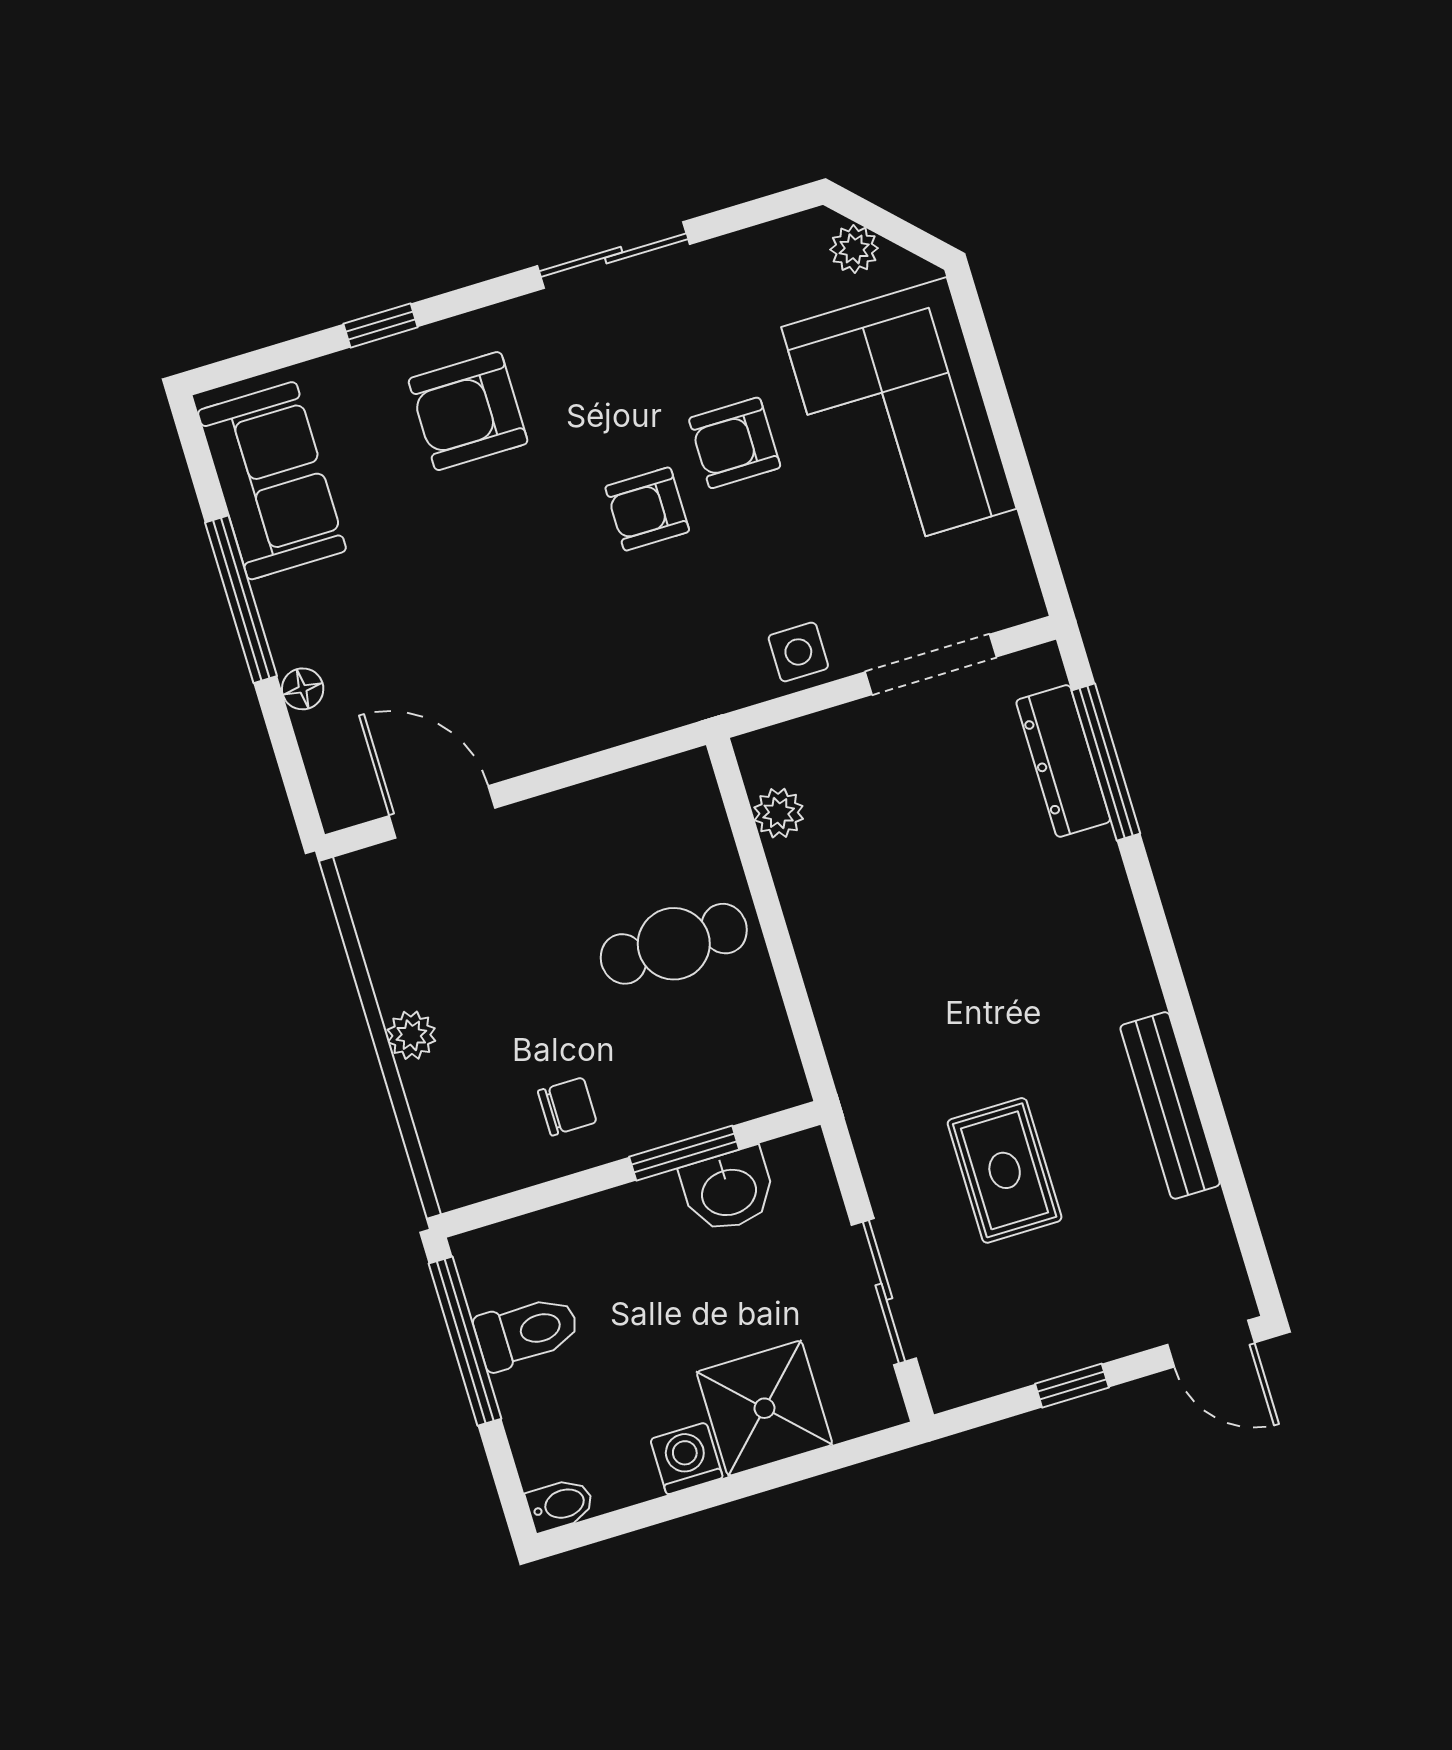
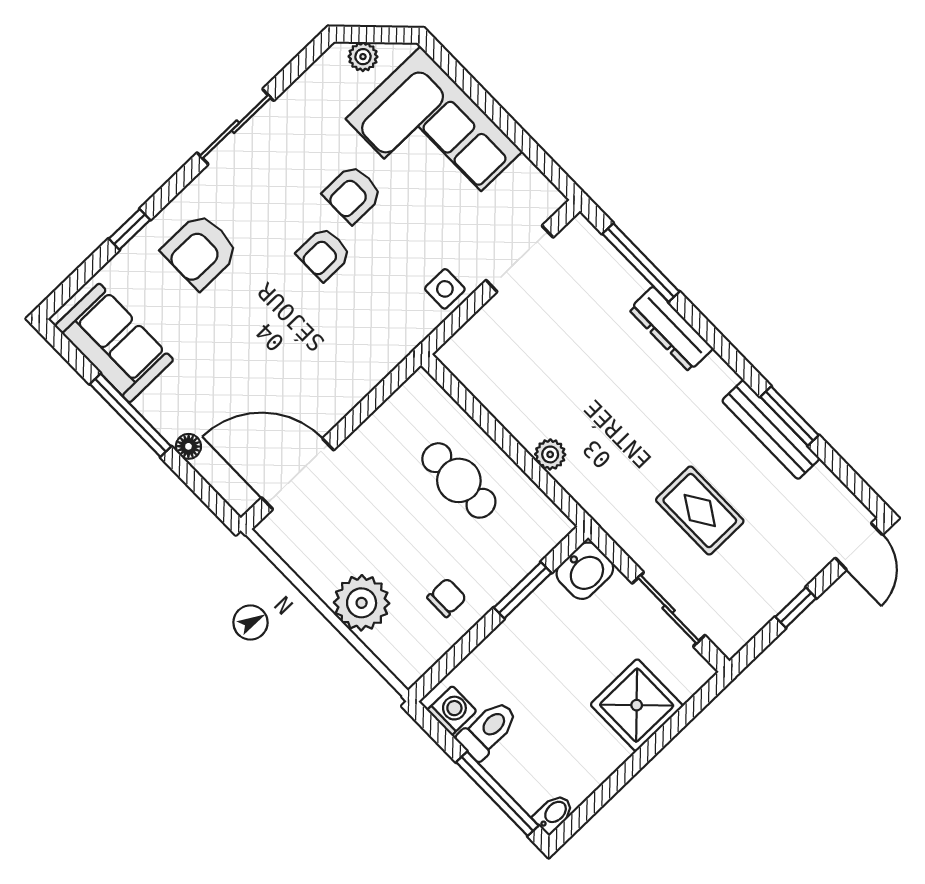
dresser: (1063, 761) -> (671, 329), moved
door: (442, 812) -> (298, 474), width x1.36
plant: (779, 813) -> (550, 454), moved
cafe table: (674, 944) -> (459, 480), turned 90
plant: (411, 1035) -> (362, 603), width x1.88, depth x1.88
window: (1208, 1100) -> (790, 416), added
washbasin: (728, 1190) -> (585, 571), moved
window: (465, 1341) -> (497, 794), moved
door: (1211, 1344) -> (859, 546), hinge flipped
washing machine: (686, 1458) -> (452, 711), moved, turned 90

